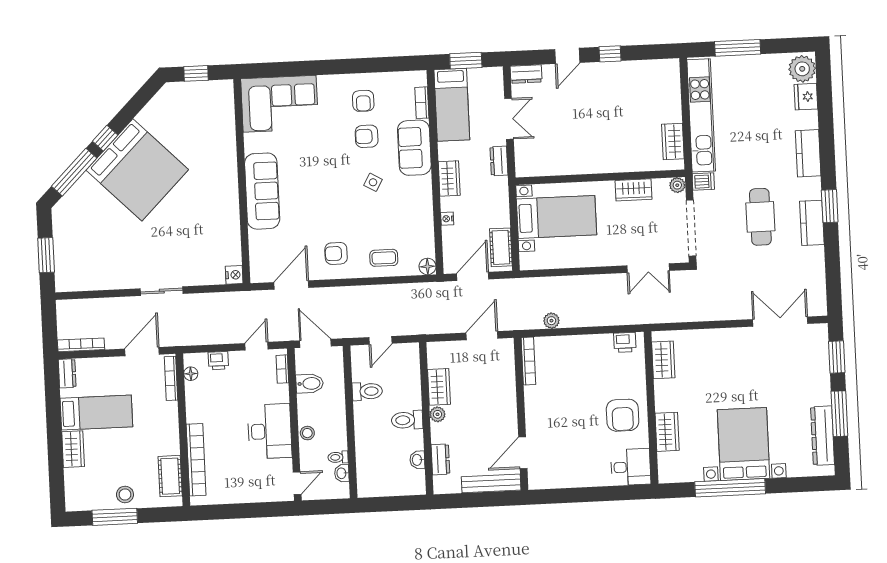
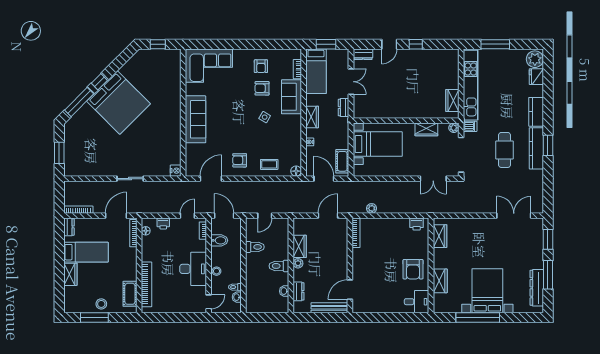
kitchen counter: (812, 223) -> (536, 148), width x1.50
door: (473, 276) -> (324, 179), hinge flipped

